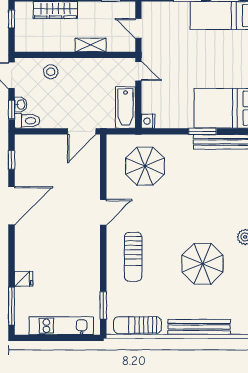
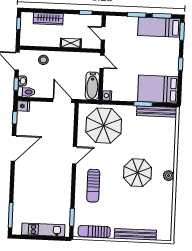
door: (82, 131) -> (62, 101), swing flipped
parasol: (145, 166) -> (104, 126), width x1.36, depth x1.36
parasol: (202, 264) -> (137, 173), moved
fridge: (24, 279) -> (23, 106), moved

